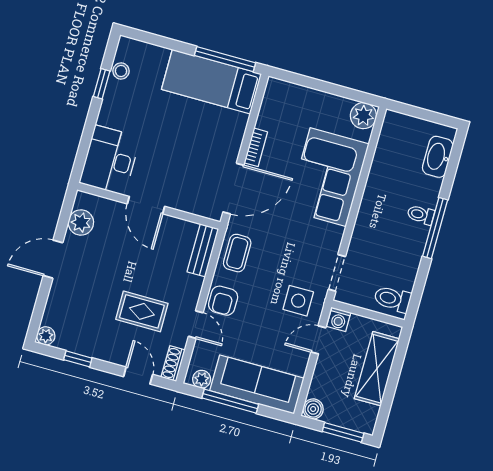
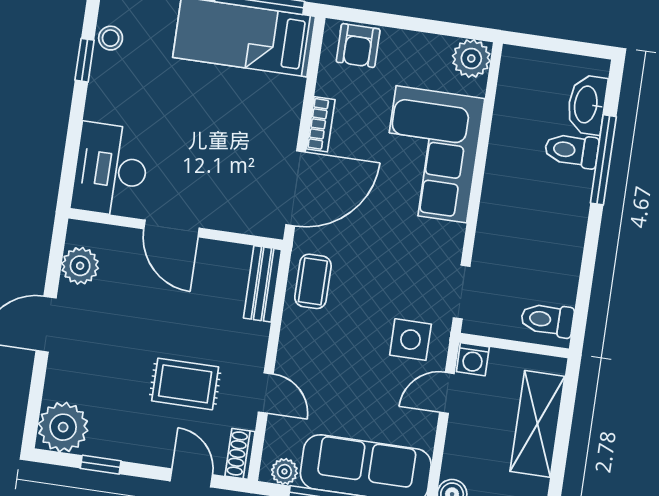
toilet: (421, 215) -> (572, 150), moved, width x1.37, depth x1.39
window: (435, 228) -> (603, 160), moved
armchair: (223, 301) -> (358, 46), moved
plant: (46, 336) -> (63, 427), width x1.88, depth x1.88

